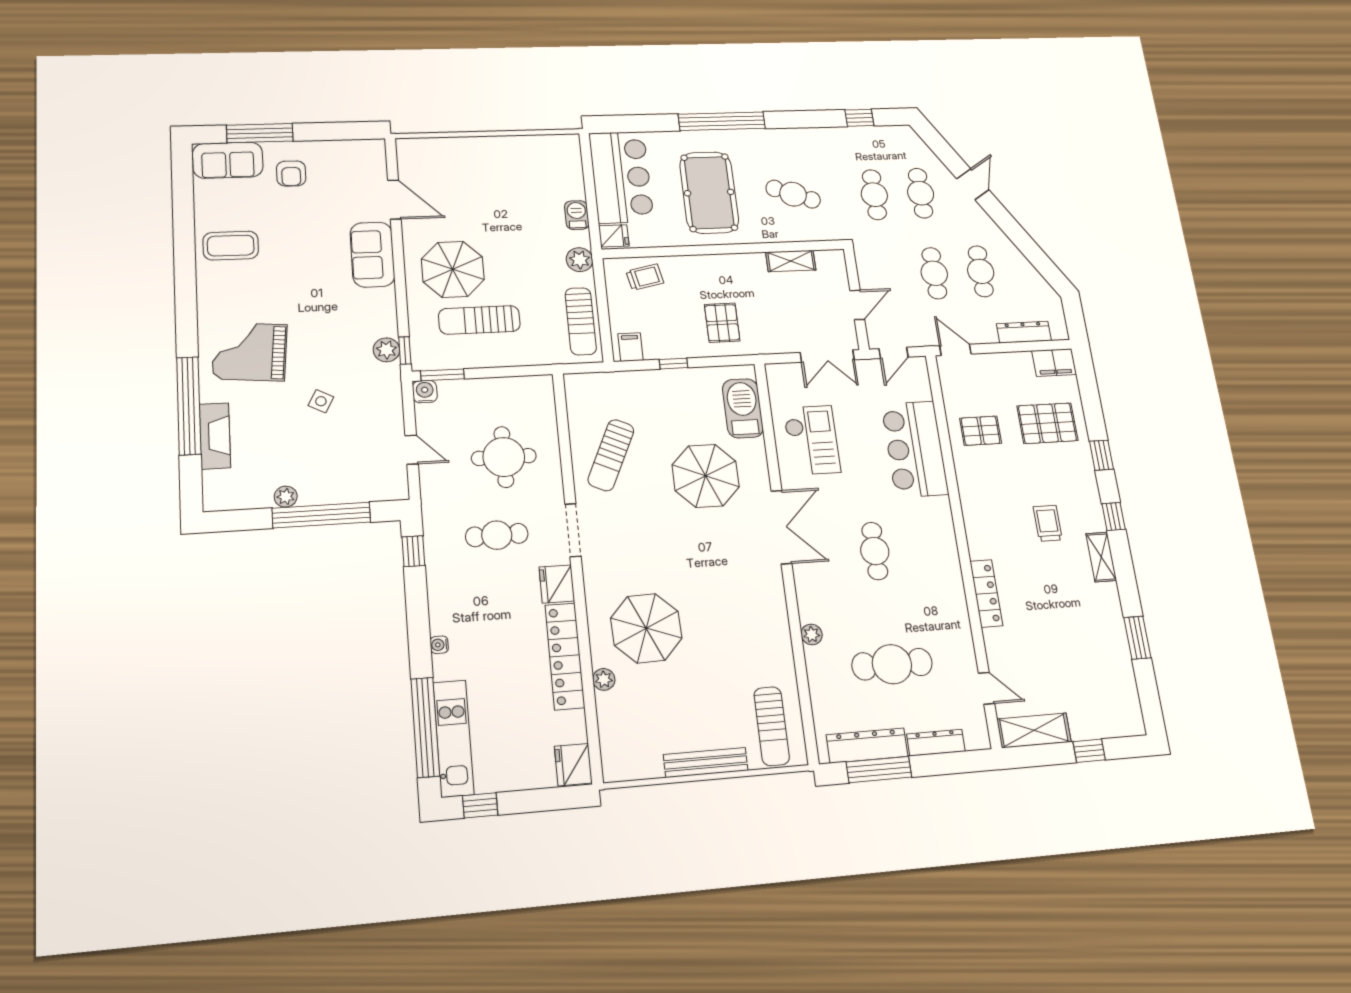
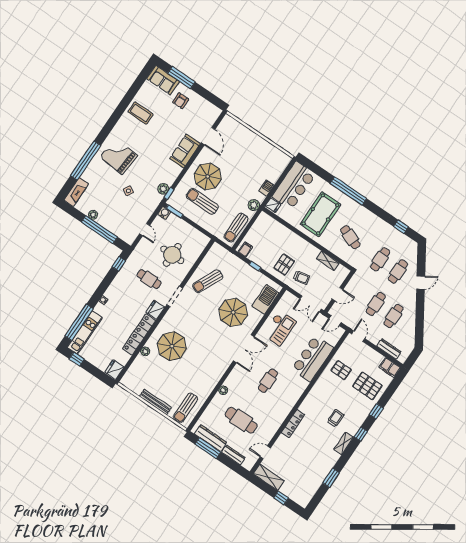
trolley: (645, 277) -> (302, 278), moved
fireplace: (215, 436) -> (76, 192), moved
door: (986, 688) -> (265, 452), swing flipped

